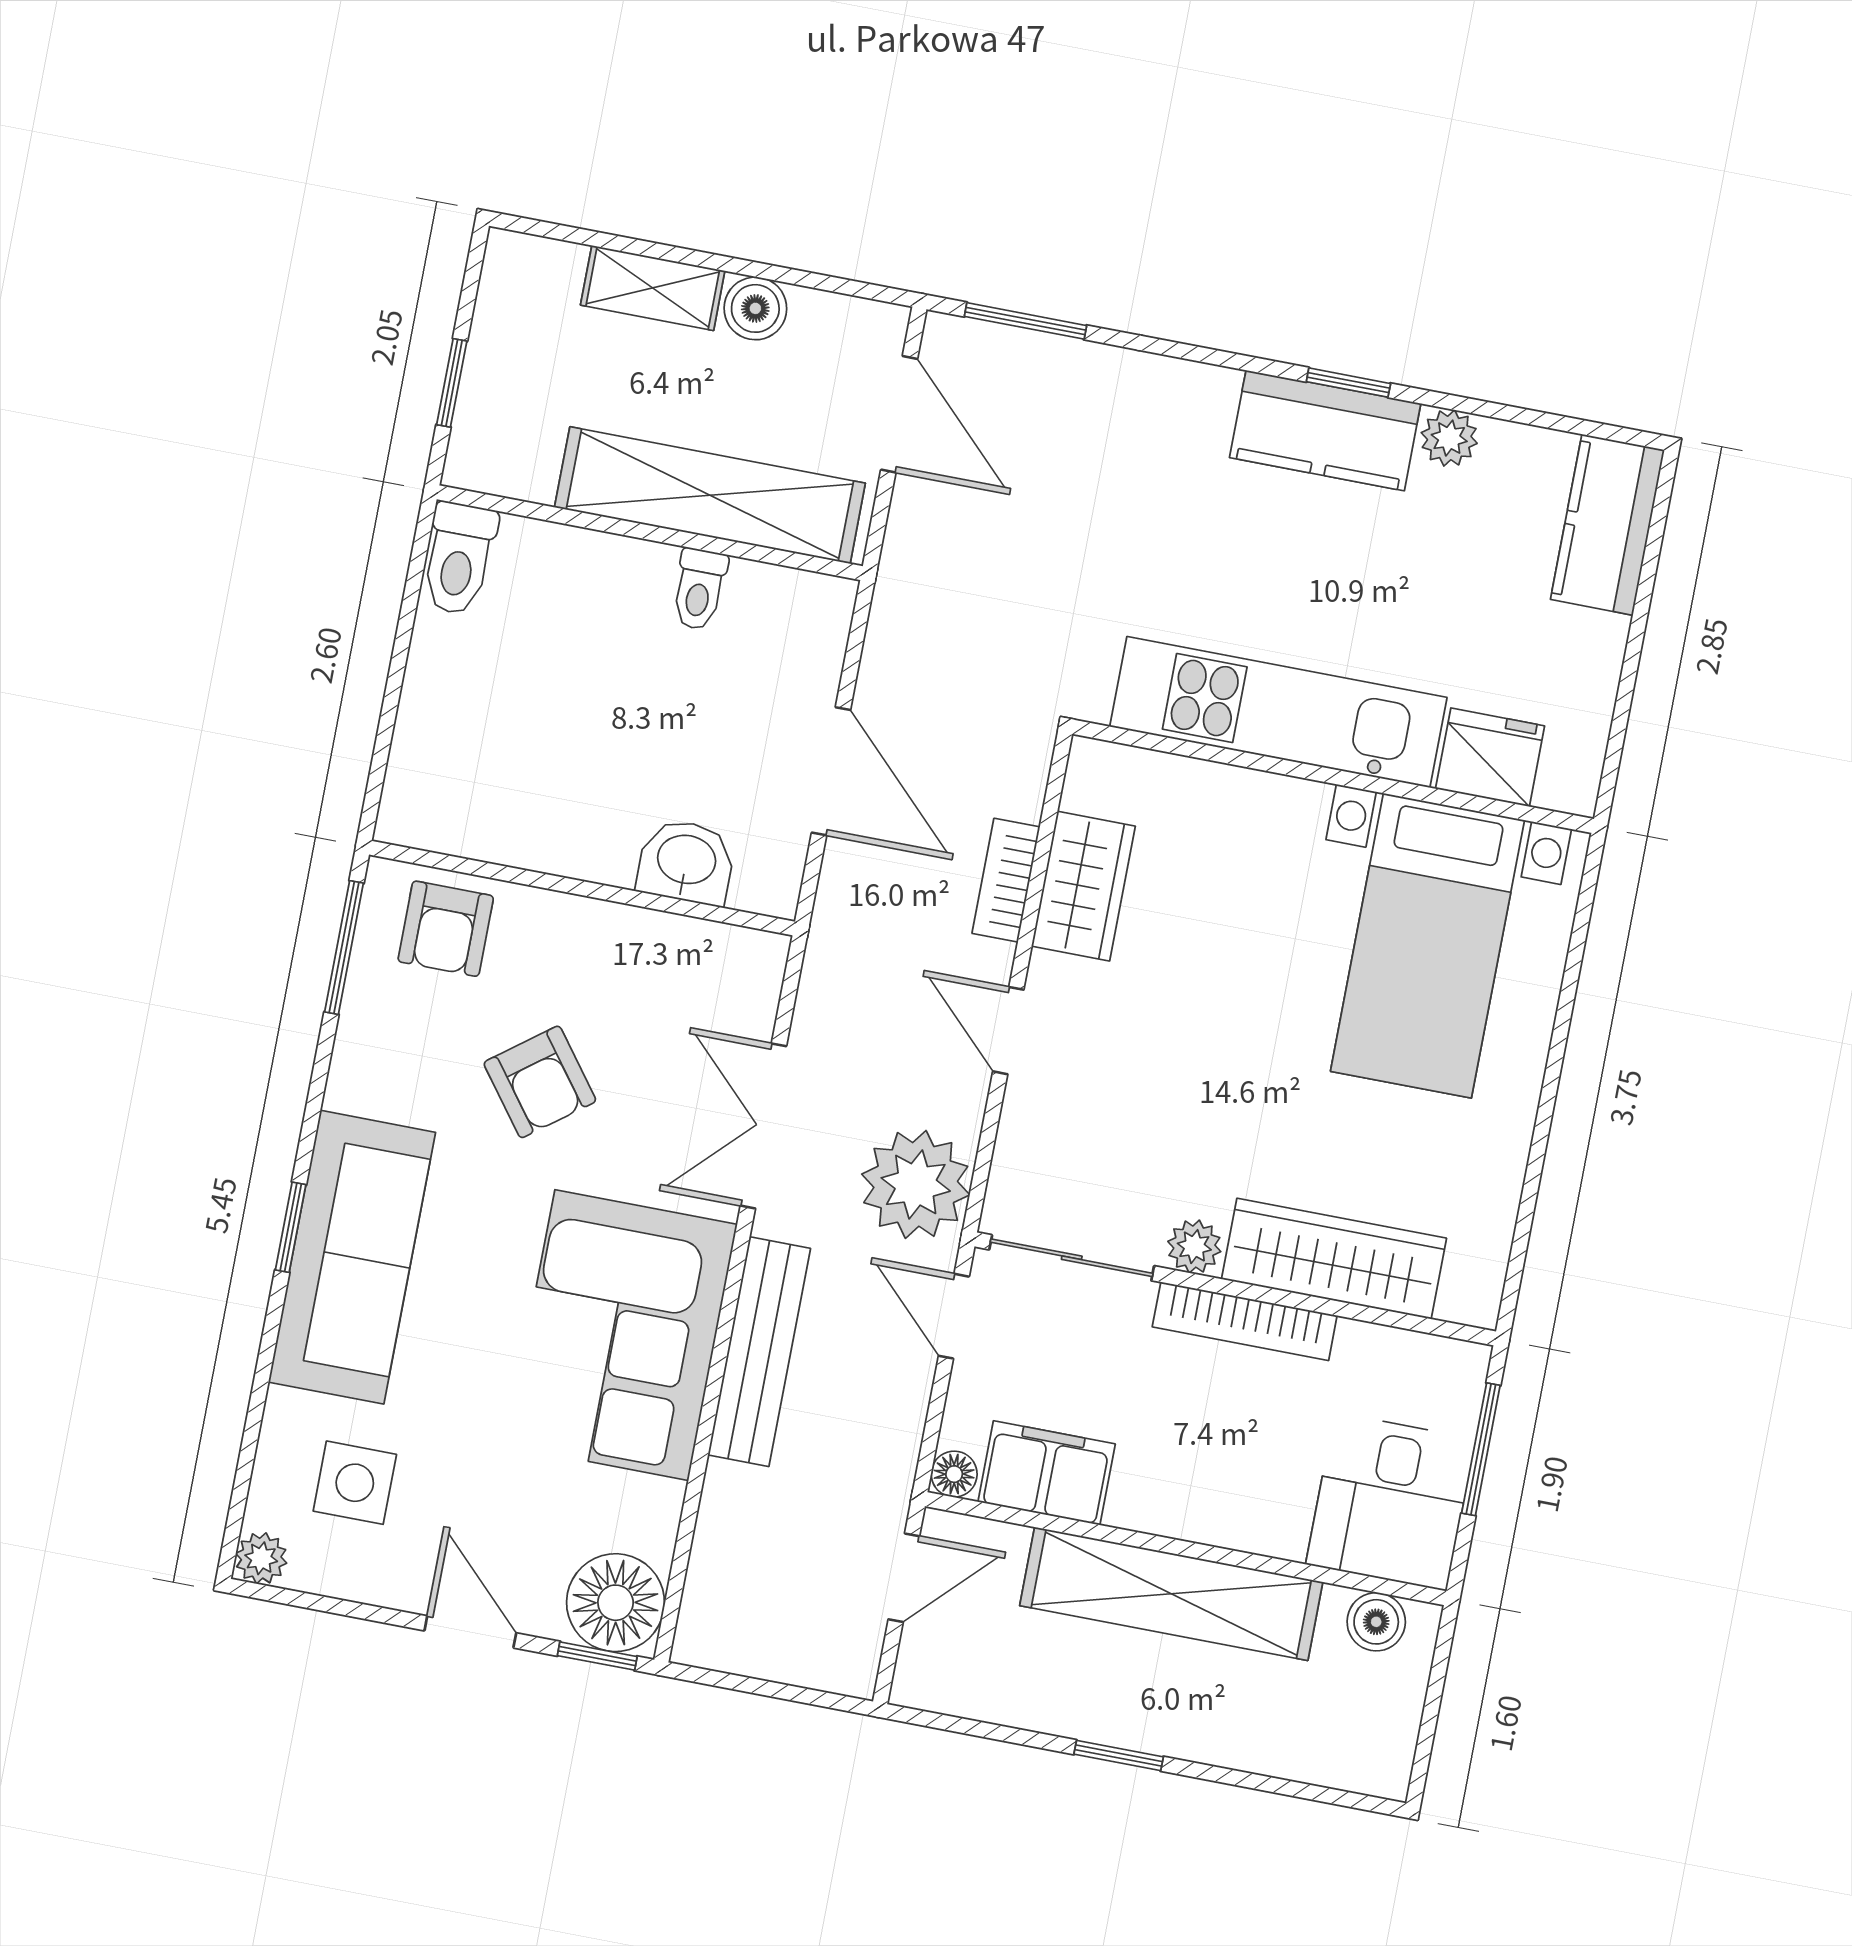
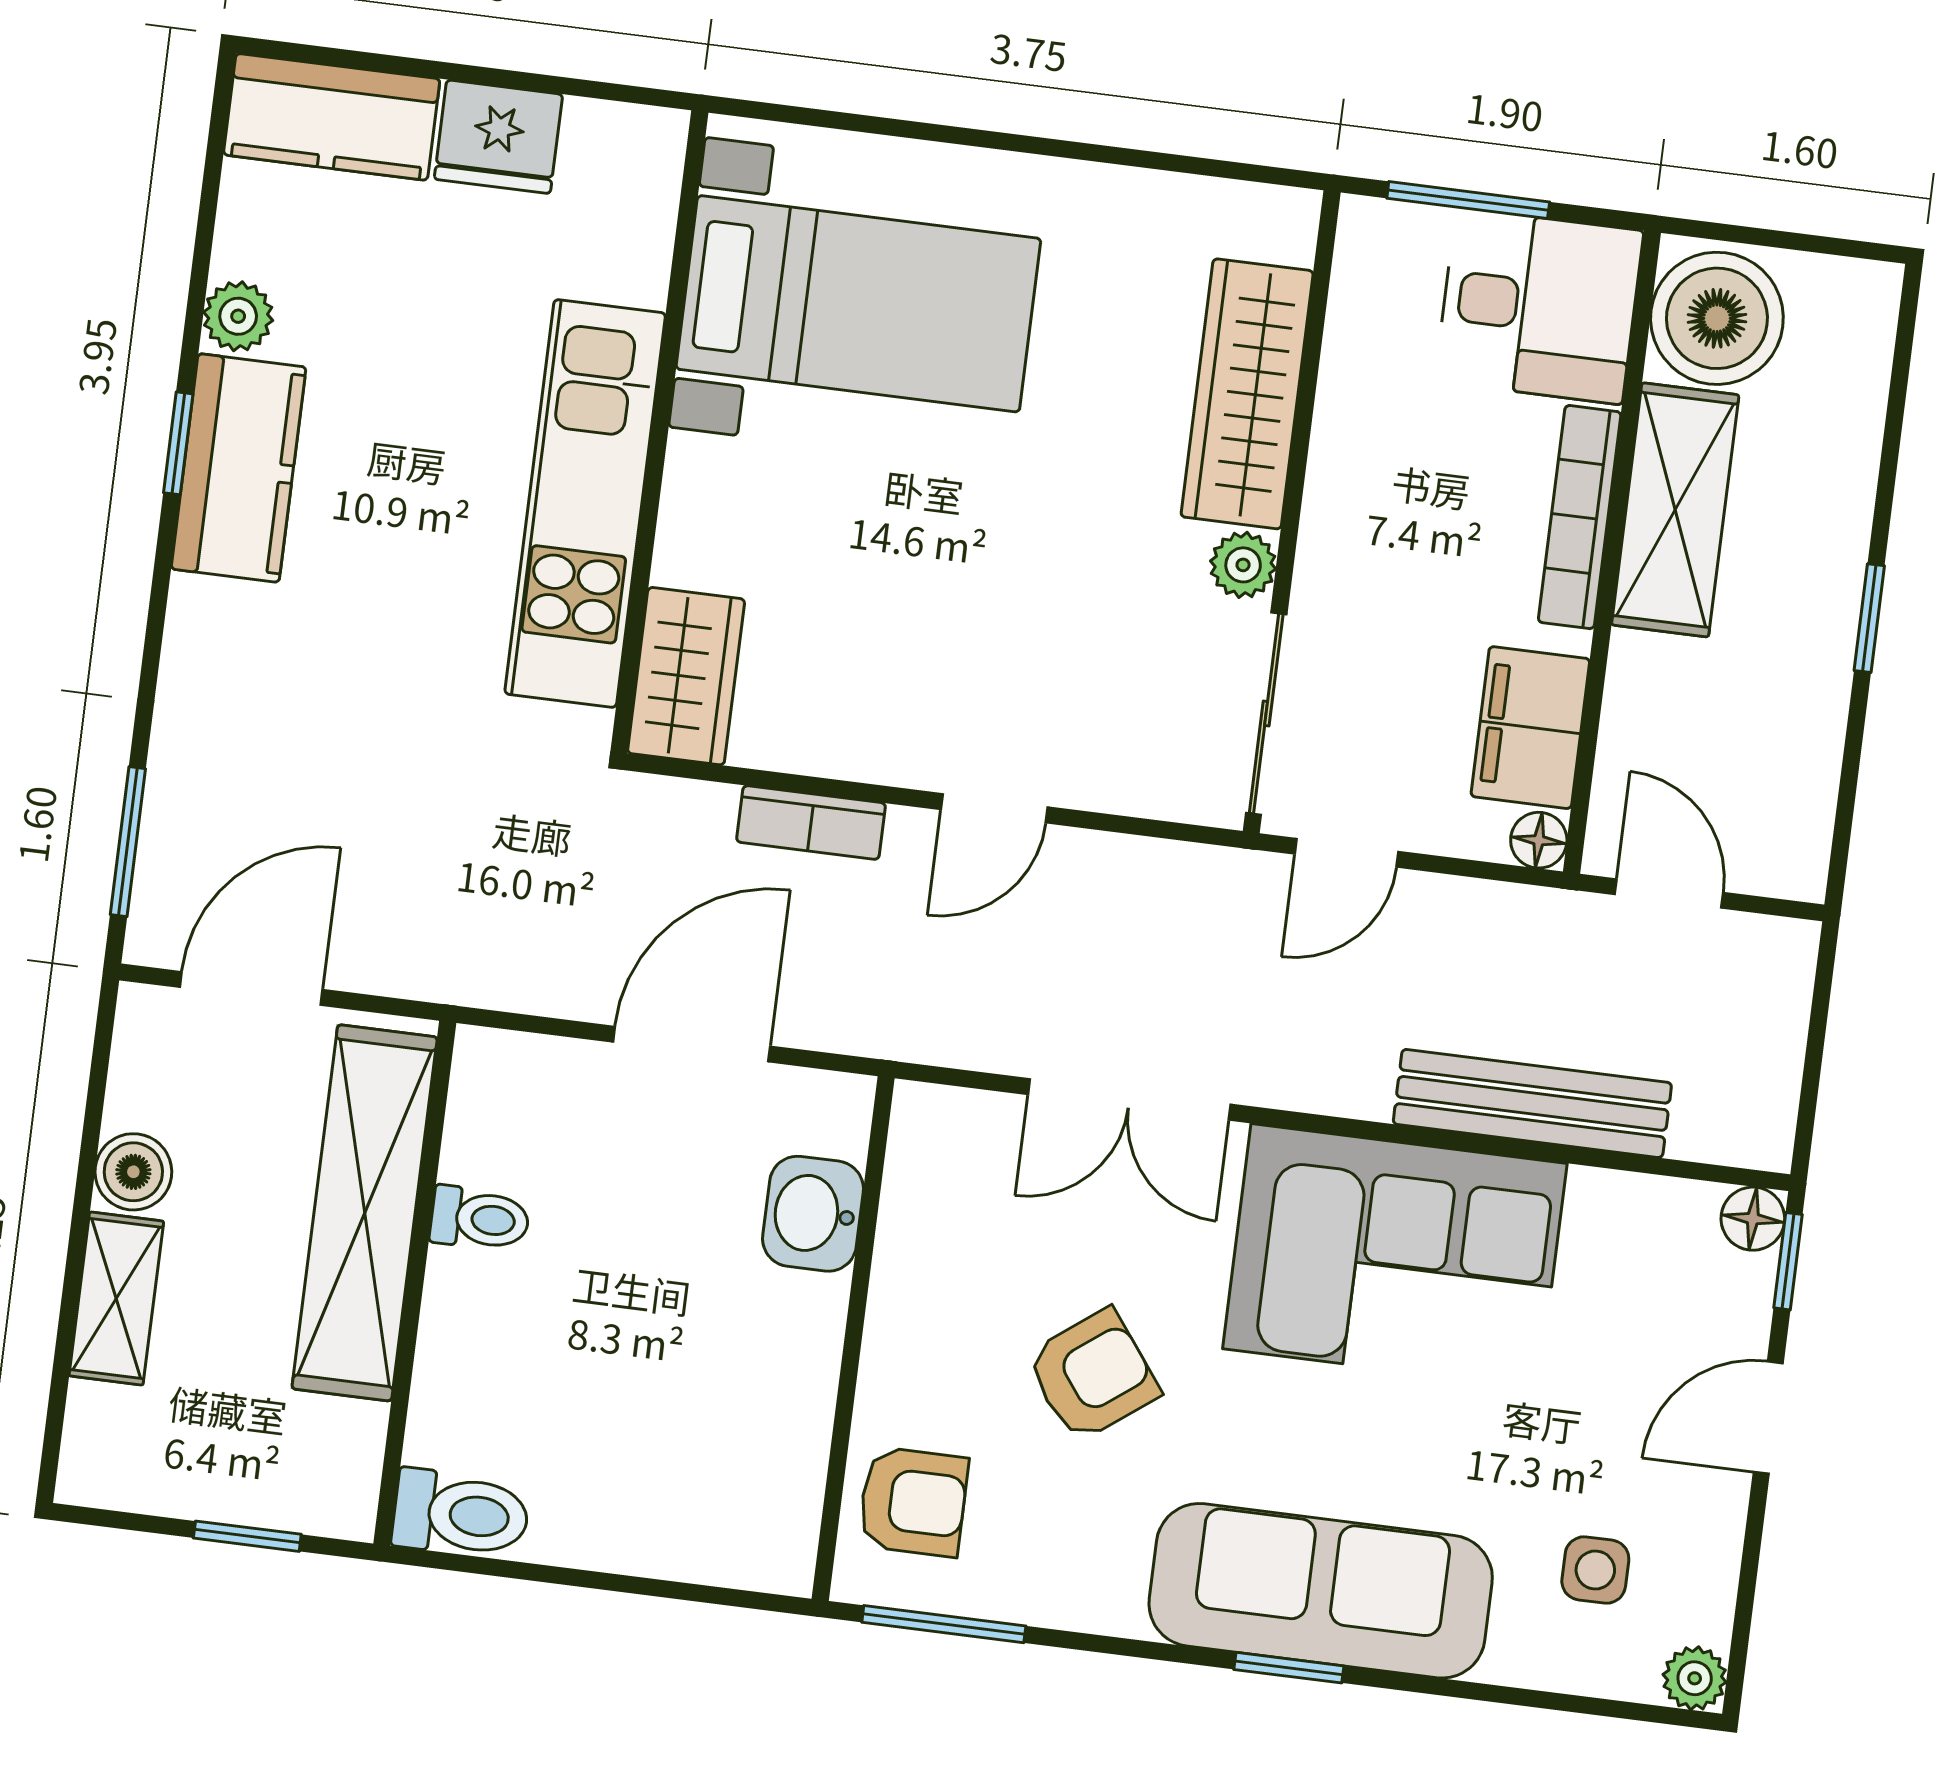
fridge: (1490, 757) -> (498, 137), moved, turned -90
wardrobe: (1083, 886) -> (686, 676), moved, turned 90
plant: (916, 1184) -> (1189, 909), removed
bookcase: (1245, 1321) -> (1580, 517), moved, turned 180
bench: (759, 1352) -> (1532, 1103), moved
side table: (355, 1483) -> (1595, 1570), width x0.73, depth x0.73
shelving: (1171, 1594) -> (1675, 510), width x0.68
floor lamp: (616, 1603) -> (1753, 1219), width x0.53, depth x0.53
boiler: (1376, 1622) -> (1717, 318), width x1.86, depth x1.86

